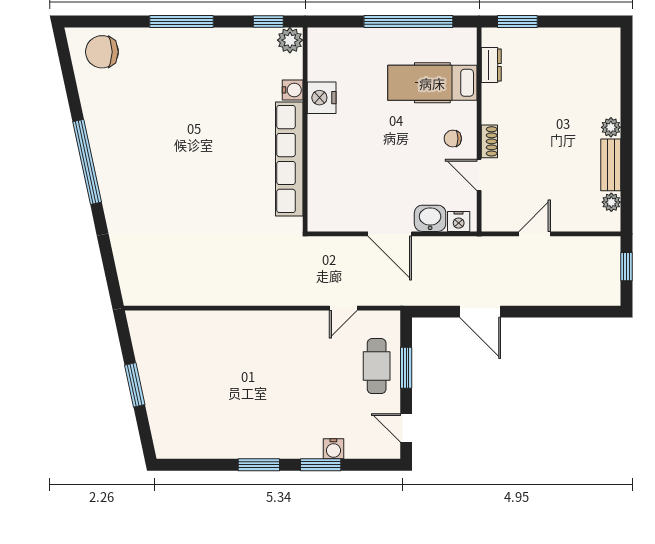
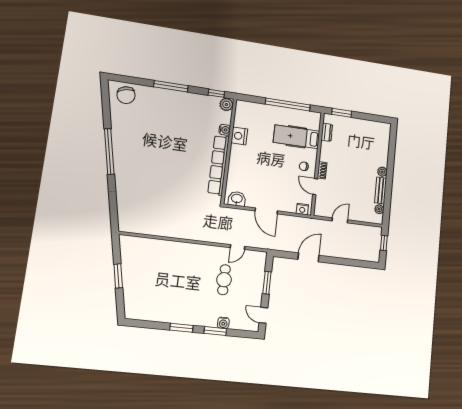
chair: (102, 52) -> (126, 95), turned -103
washbasin: (430, 218) -> (237, 199), moved
door: (480, 312) -> (308, 257), swing flipped
cafe table: (377, 366) -> (224, 280), moved

